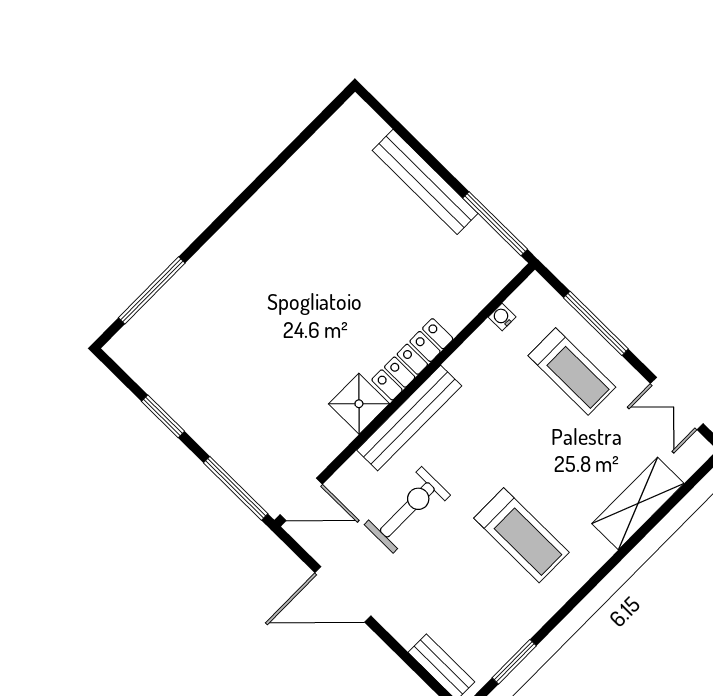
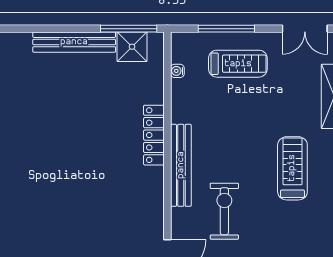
shower: (359, 404) -> (132, 47), moved
treadmill: (521, 535) -> (292, 168), turned -90

